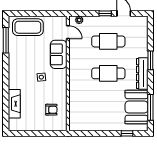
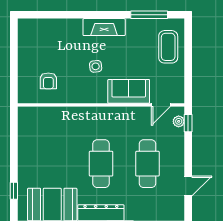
window: (105, 13) -> (188, 123), moved
coffee table: (28, 27) -> (168, 47), width x0.73, depth x0.76
fireplace: (14, 104) -> (104, 27), moved

